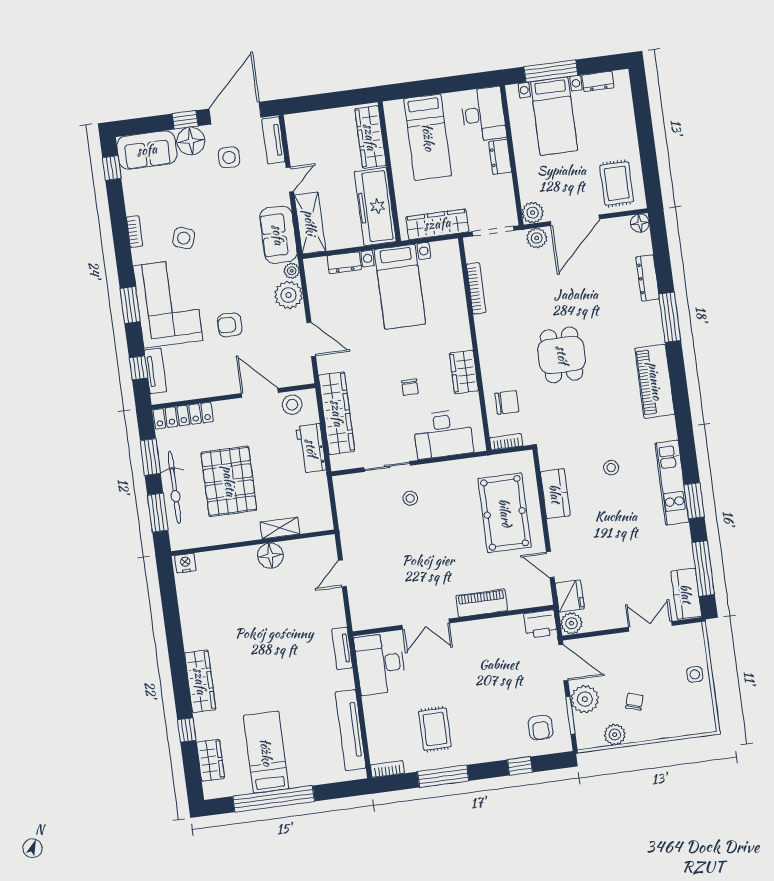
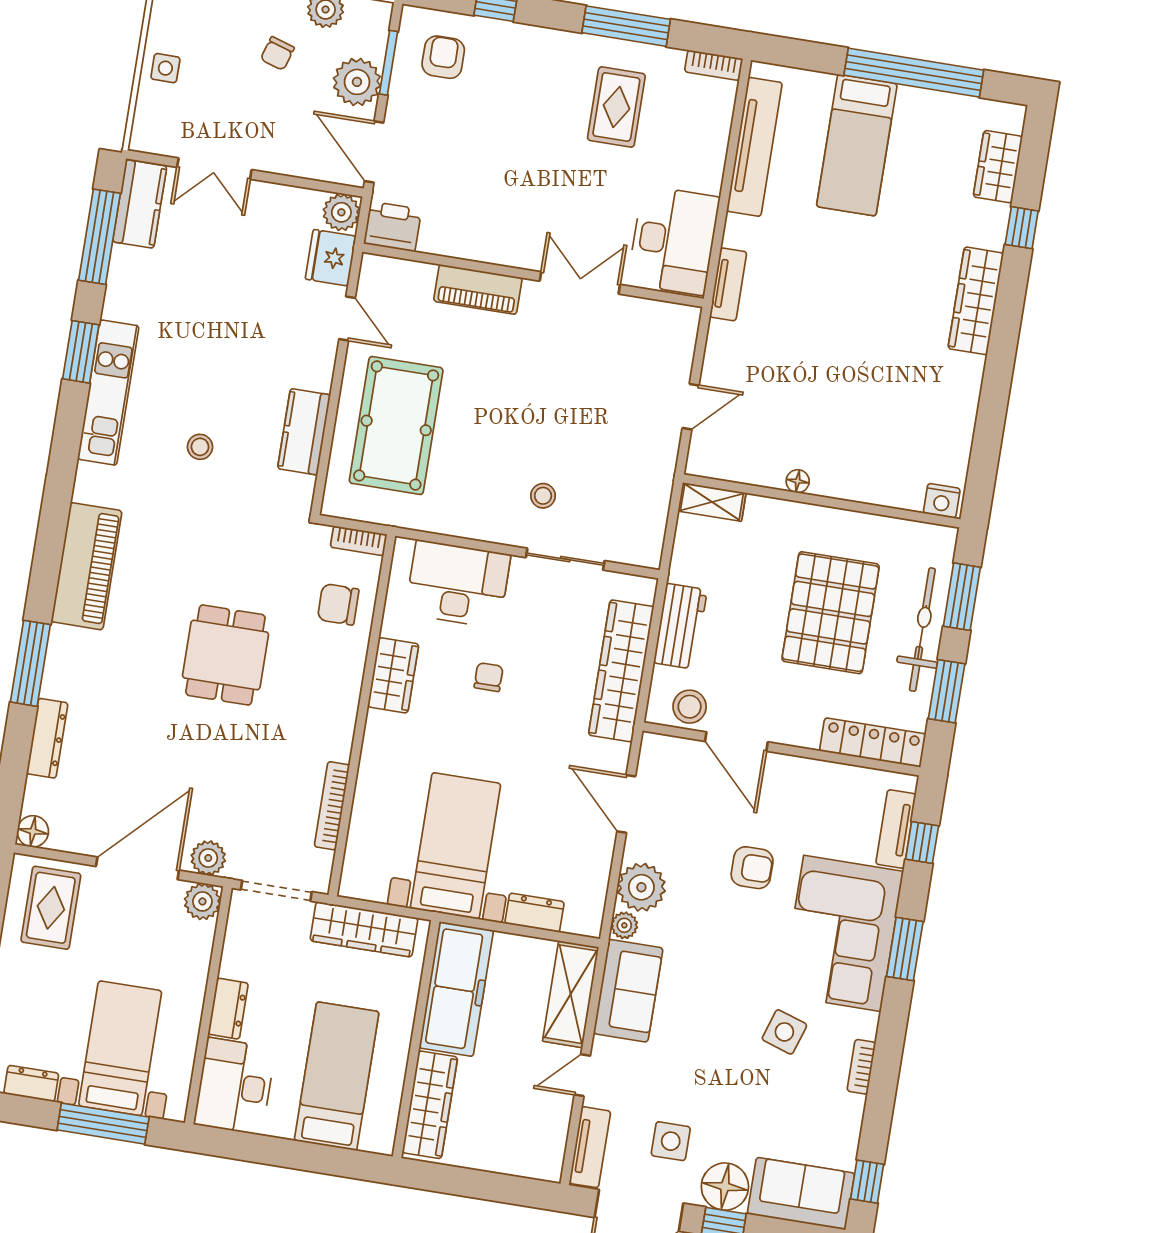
shelving: (280, 528) -> (712, 502), moved
floor lamp: (270, 556) -> (798, 481), width x0.53, depth x0.53
bed: (266, 752) -> (857, 145), moved

